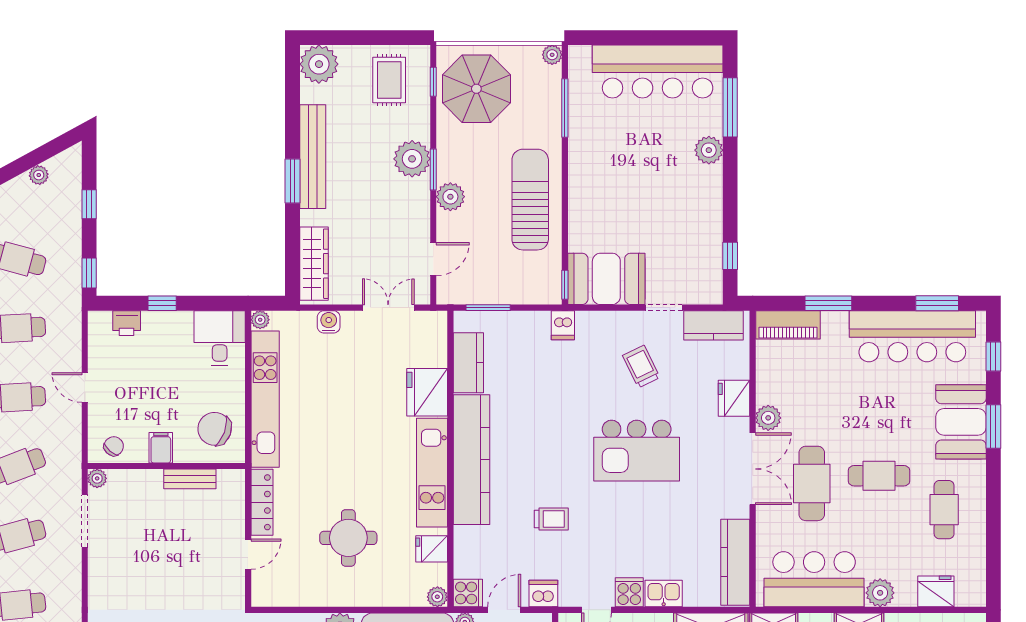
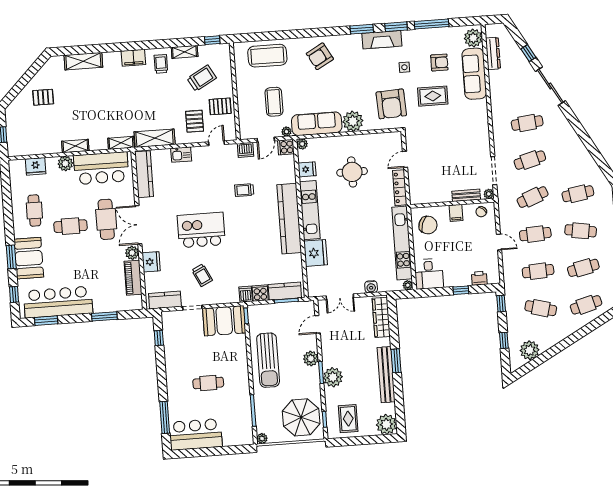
bar counter: (658, 72) -> (196, 434), width x0.73
plant: (709, 150) -> (174, 394), removed
cafe table: (644, 165) -> (208, 383), added
plant: (39, 175) -> (530, 350), width x1.87, depth x1.87
piano: (788, 325) -> (133, 278), moved, turned -90
kitchen counter: (468, 363) -> (285, 291), moved, turned 90
bench: (190, 479) -> (466, 195), moved
cooker: (629, 592) -> (260, 293), moved, turned 180

